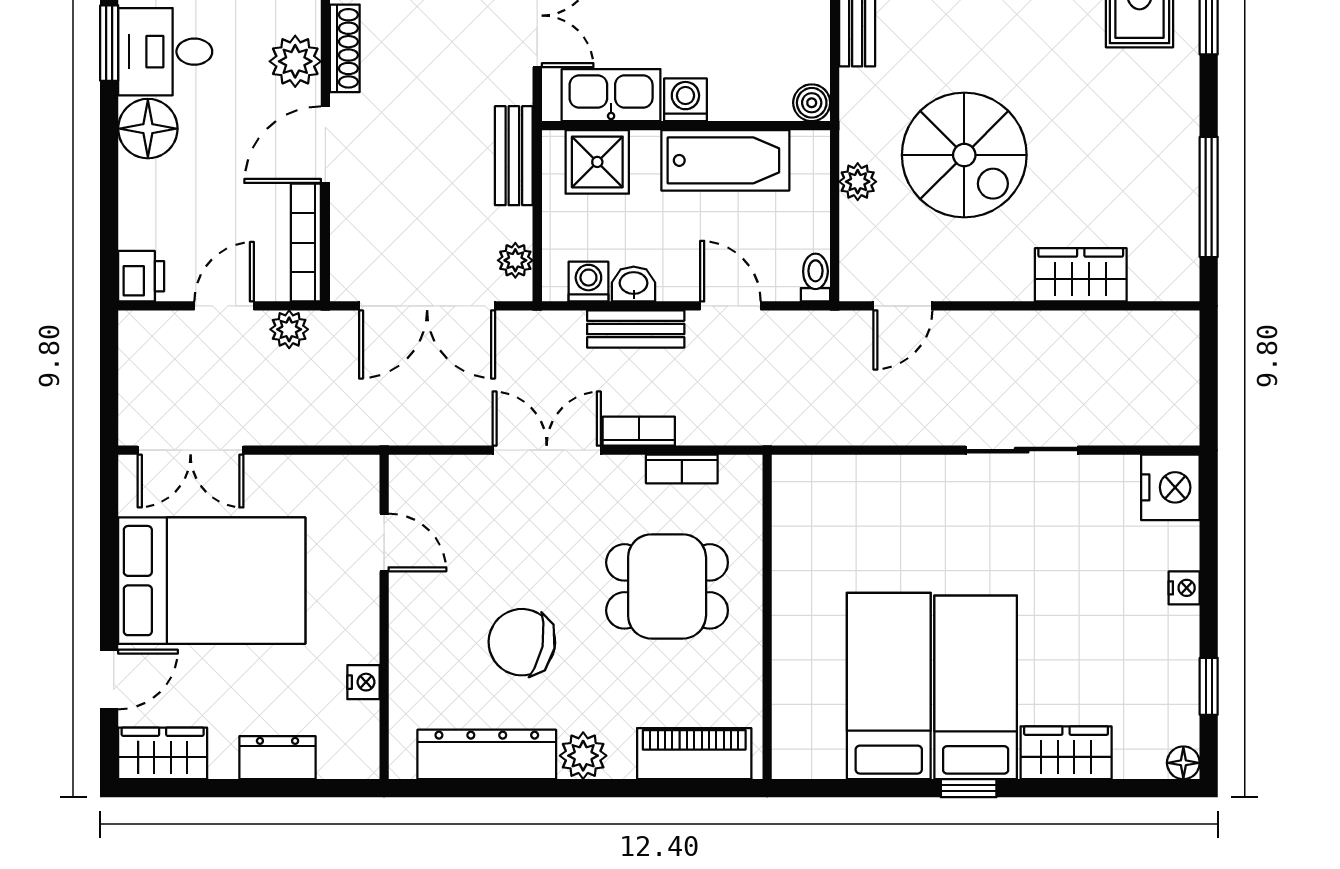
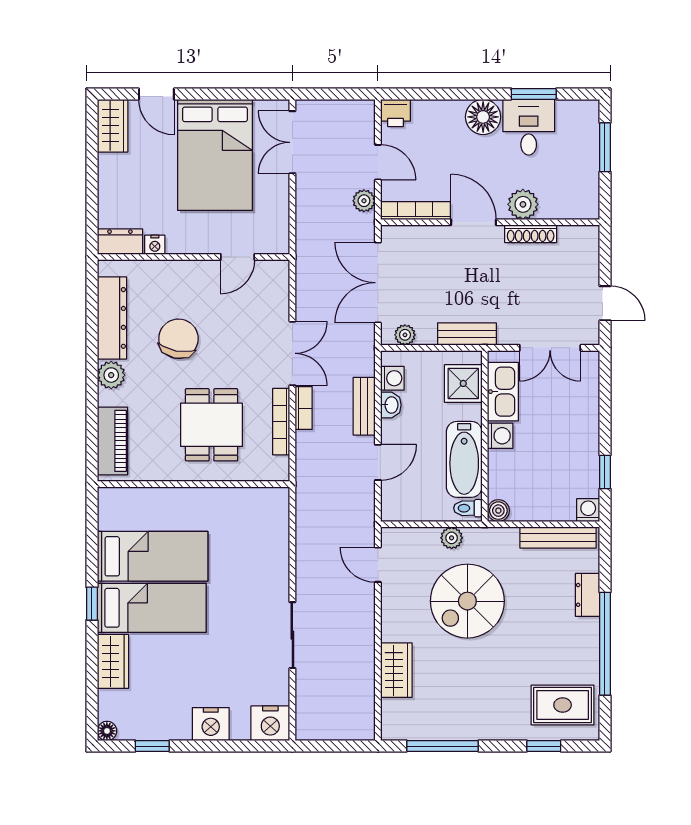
toilet: (815, 278) -> (468, 508), moved, turned 180
bookcase: (682, 469) -> (281, 422), width x1.56
nightstand: (1184, 588) -> (211, 724), width x1.89, depth x1.79
dresser: (278, 758) -> (120, 242), moved, turned -90

